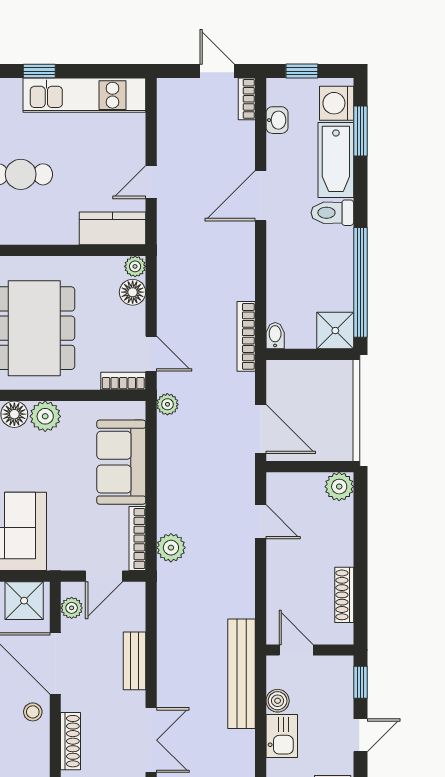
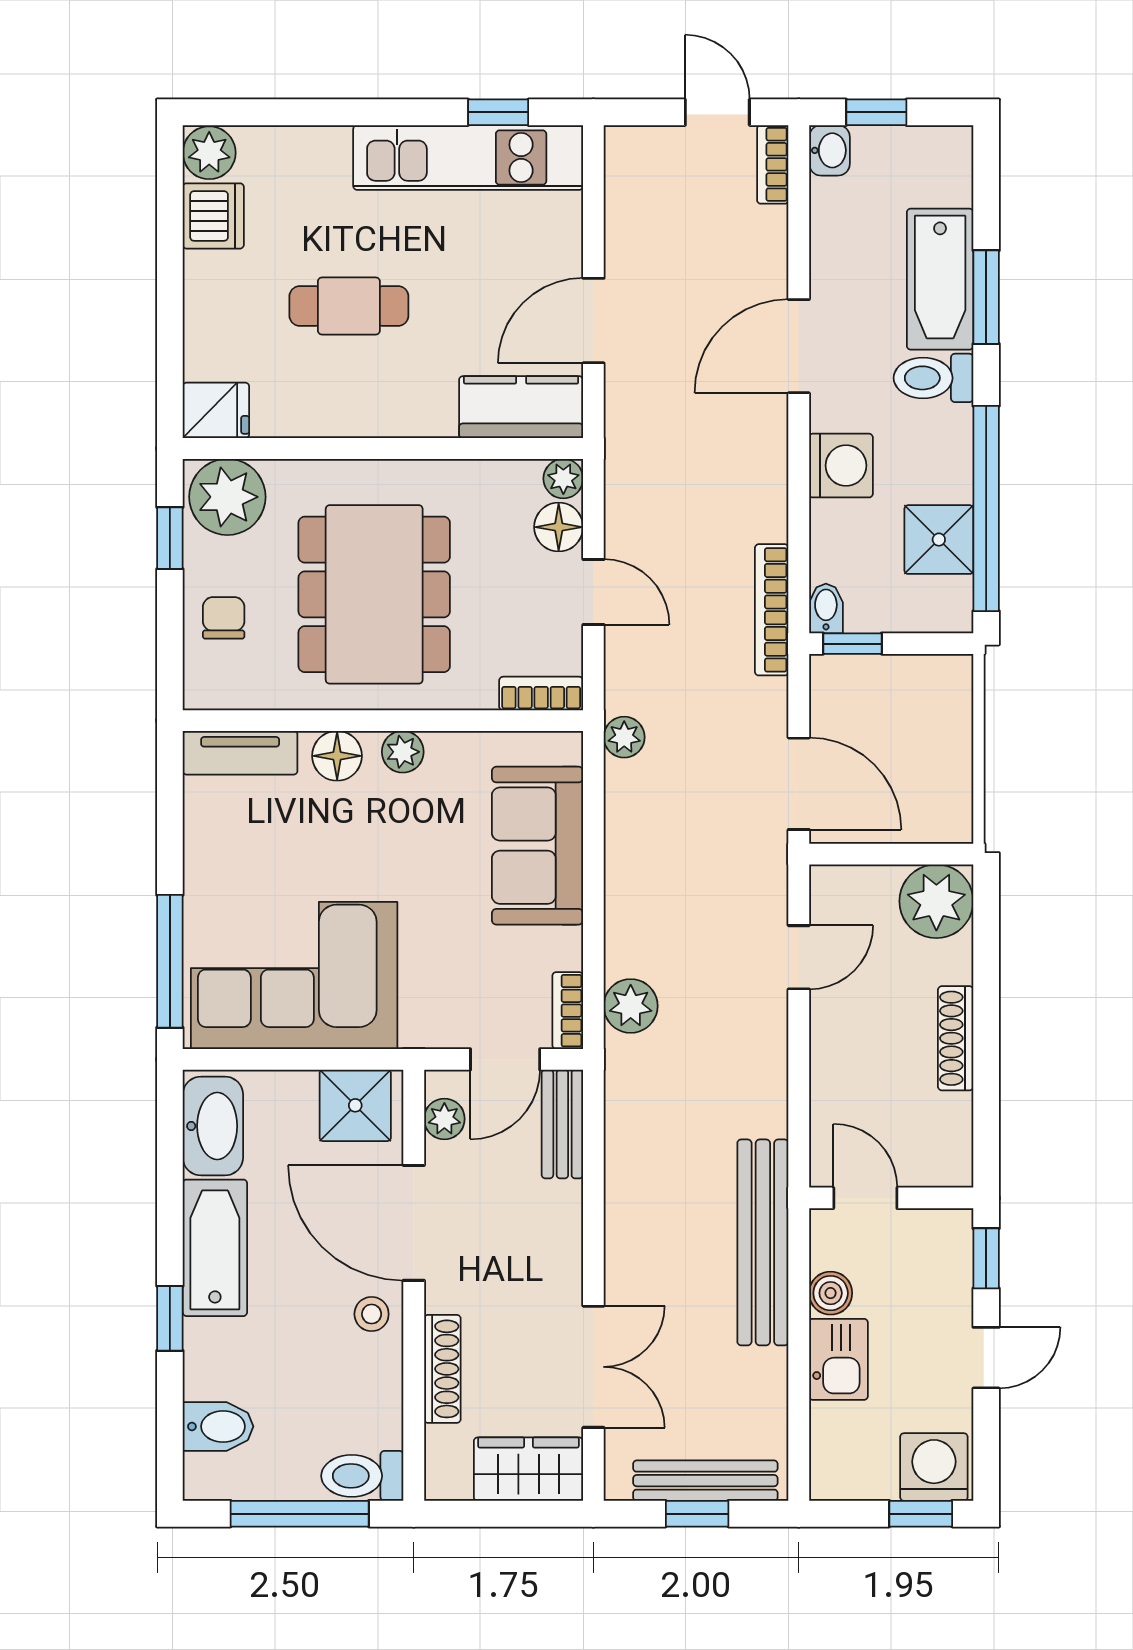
window: (39, 71) -> (498, 112), moved
washing machine: (337, 103) -> (841, 466), moved, turned 180
washbasin: (277, 120) -> (829, 150), moved
window: (360, 131) -> (986, 297), moved
door: (151, 182) -> (593, 321), width x1.37
shower: (335, 331) -> (939, 540), moved
door: (151, 354) -> (593, 592), moved
window: (289, 354) -> (852, 644), added
plant: (45, 416) -> (403, 752), width x0.73, depth x0.73
plant: (339, 487) -> (936, 901), width x1.36, depth x1.36
door: (261, 522) -> (799, 957), hinge flipped
bookcase: (137, 539) -> (568, 1011), width x0.64
shoe rack: (344, 595) -> (956, 1038), moved
bench: (135, 661) -> (562, 1124), moved

